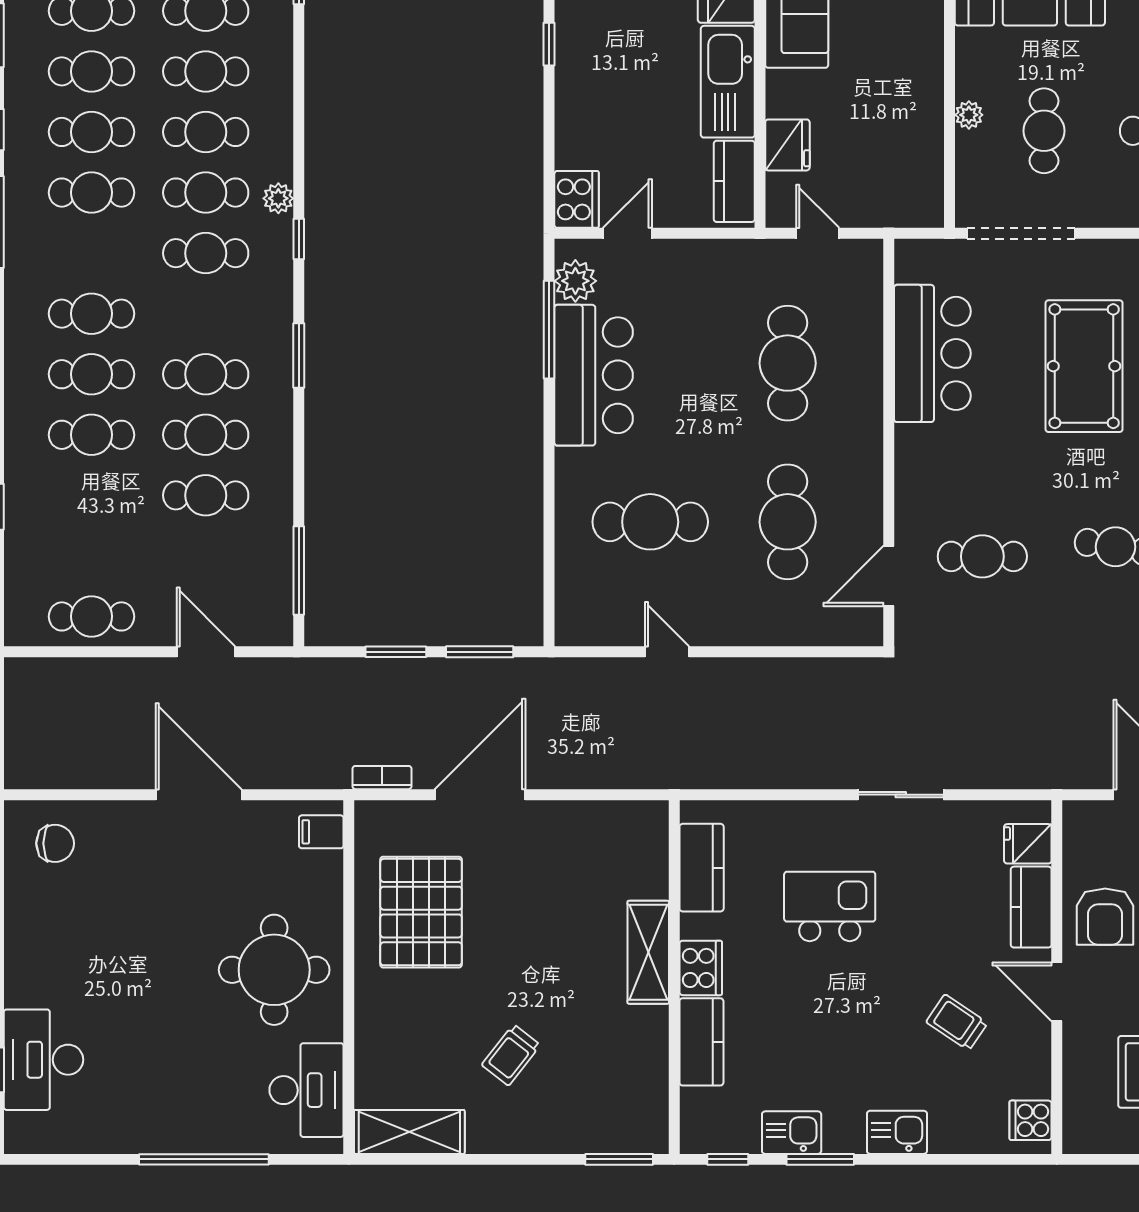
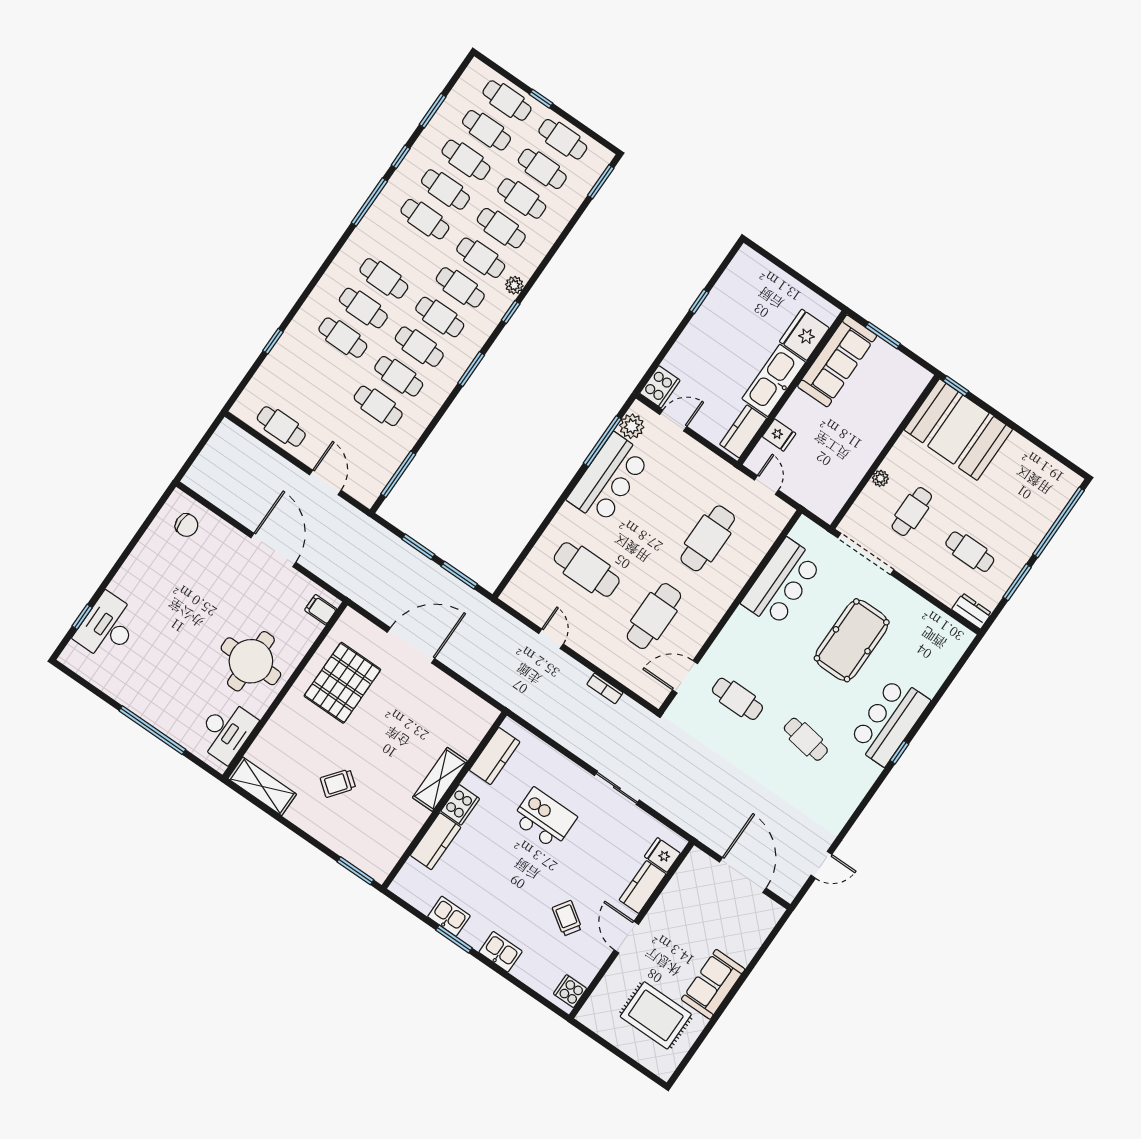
fridge: (787, 145) -> (779, 435), width x0.72
cafe table: (206, 314) -> (440, 317), added
bookcase: (382, 778) -> (605, 688), moved, turned 180
armchair: (1105, 917) -> (675, 917), removed
window: (728, 1159) -> (409, 908), removed

